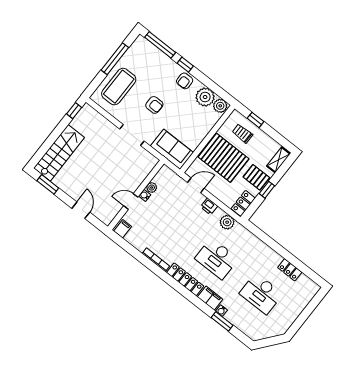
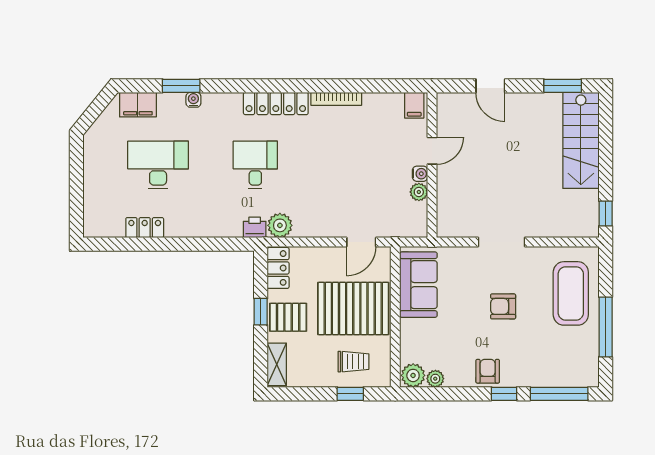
plant: (205, 97) -> (435, 379), width x0.53, depth x0.53
sofa: (172, 149) -> (418, 285), moved, turned -90
printer: (209, 206) -> (255, 227), moved
desk: (217, 259) -> (255, 165), width x0.73
filing cabinet: (210, 298) -> (138, 105), moved

